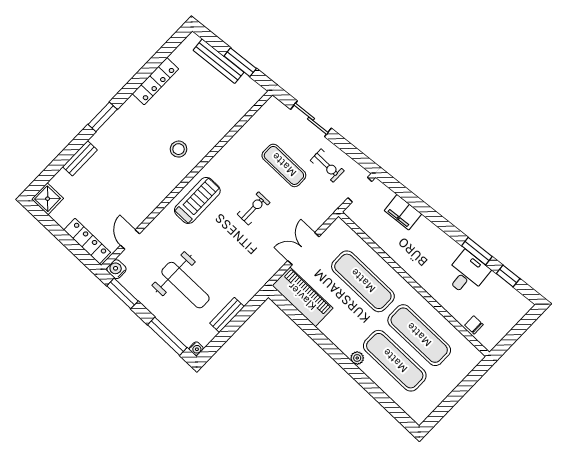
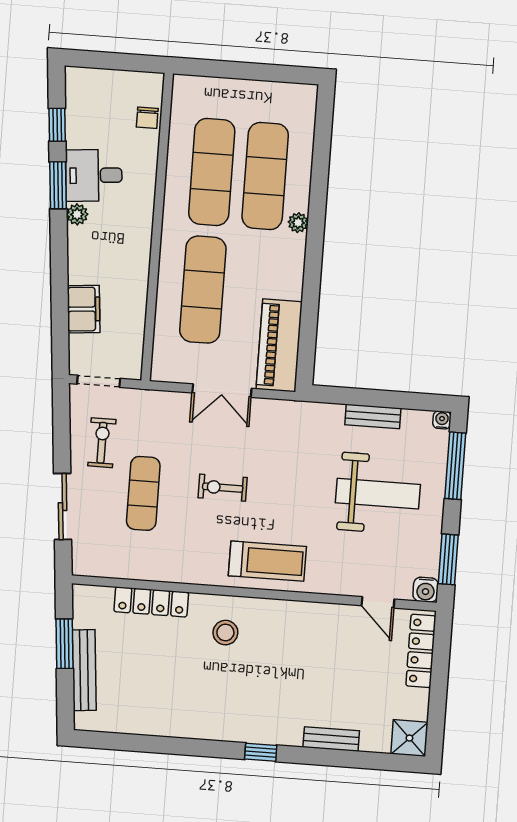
locker: (155, 81) -> (151, 602), moved, turned 180
window: (103, 117) -> (261, 752), width x0.67
treadmill: (197, 200) -> (267, 561), turned 180
door: (130, 240) -> (378, 602), hinge flipped
plant: (454, 249) -> (77, 214), added
weight bench: (185, 285) -> (378, 494), turned 90

